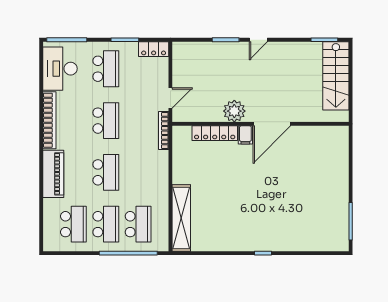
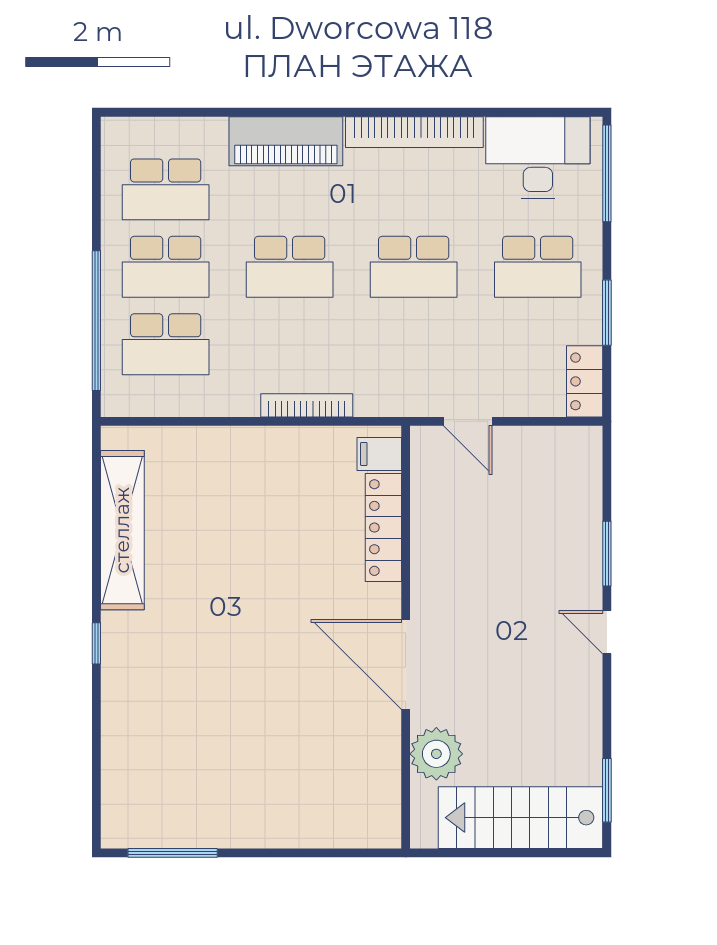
plant: (234, 111) -> (436, 754), moved
bookcase: (164, 131) -> (307, 405), moved
filing cabinet: (245, 135) -> (379, 454), moved
shelving: (181, 218) -> (122, 530), moved, turned 90

